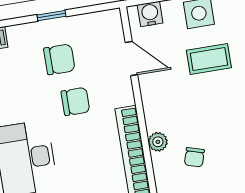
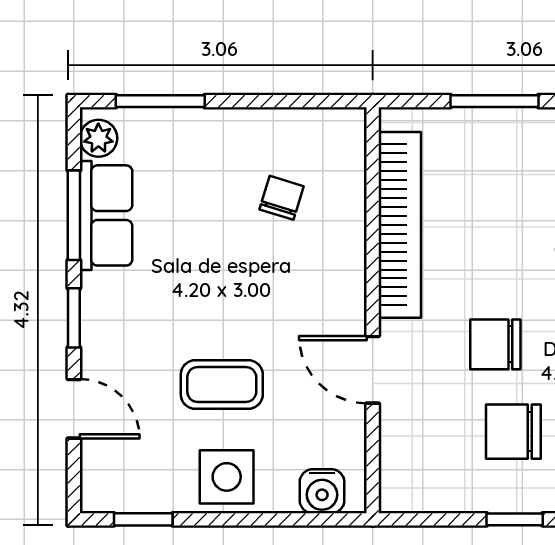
door: (131, 59) -> (373, 370), moved
plant: (158, 142) -> (348, 240), removed

